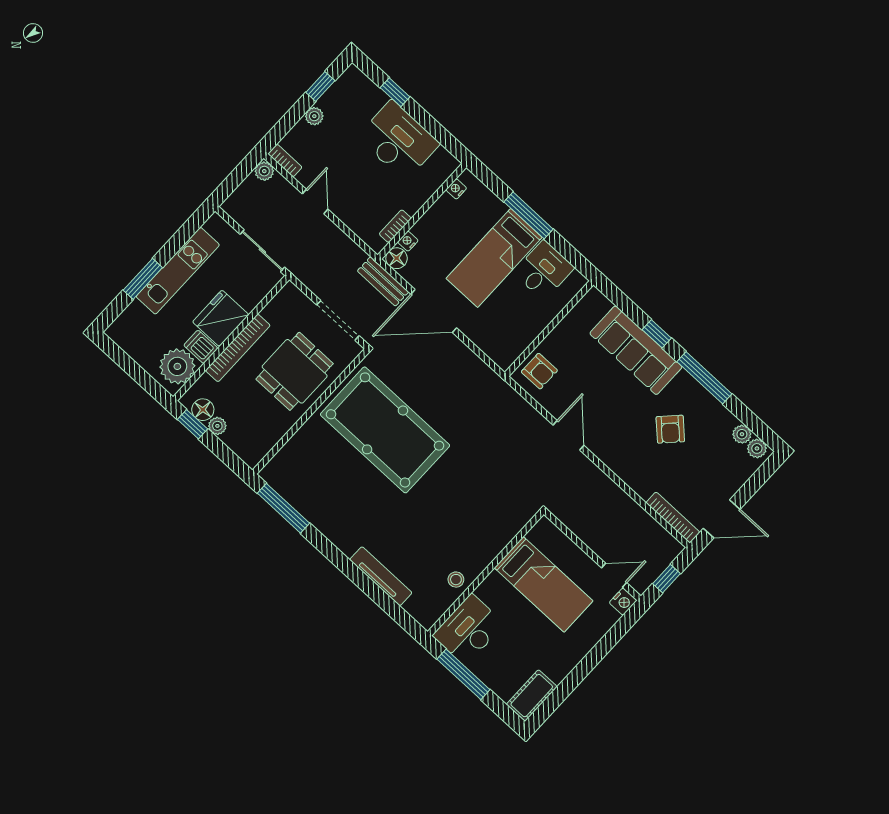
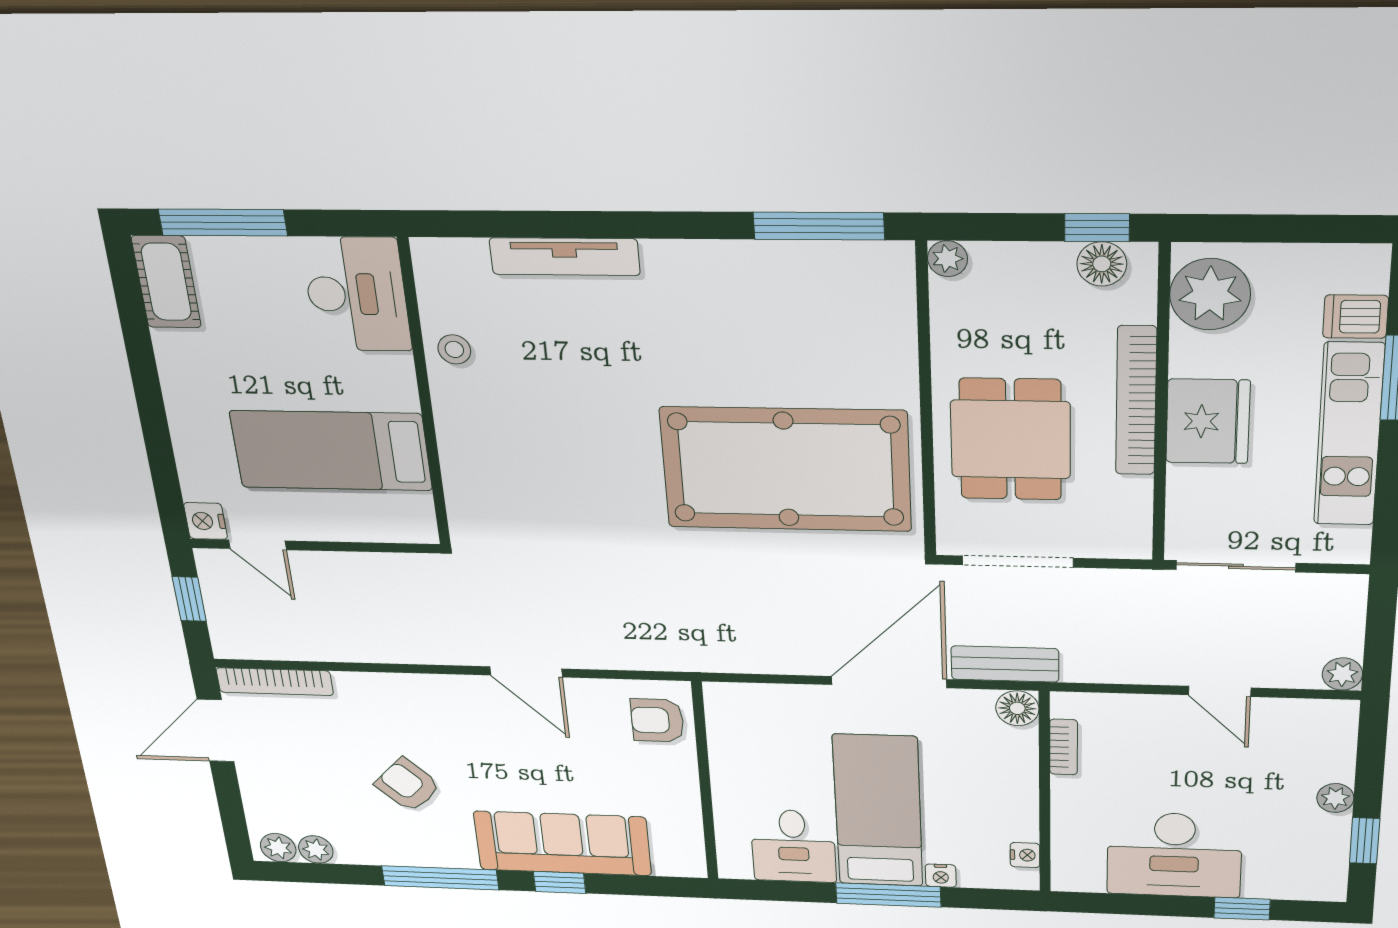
bookcase: (285, 160) -> (1323, 711), removed
nightstand: (408, 241) -> (941, 876), moved, turned 90
dishwasher: (201, 347) -> (1356, 317), moved, turned 180
plant: (217, 426) -> (947, 259), moved
door: (614, 575) -> (257, 545), hinge flipped
window: (463, 674) -> (223, 222), moved

